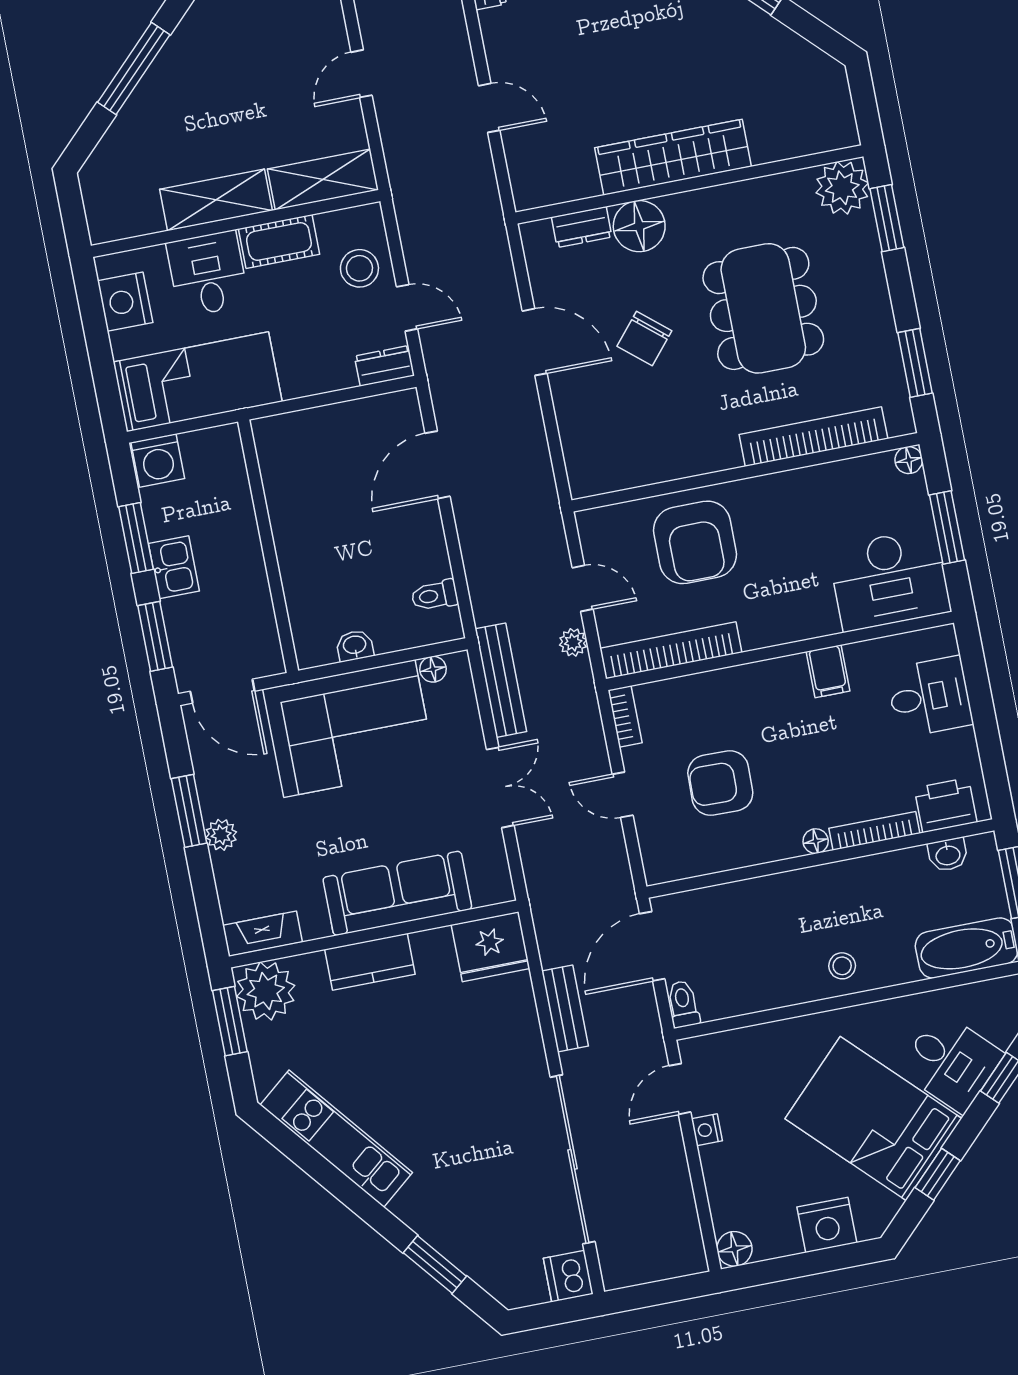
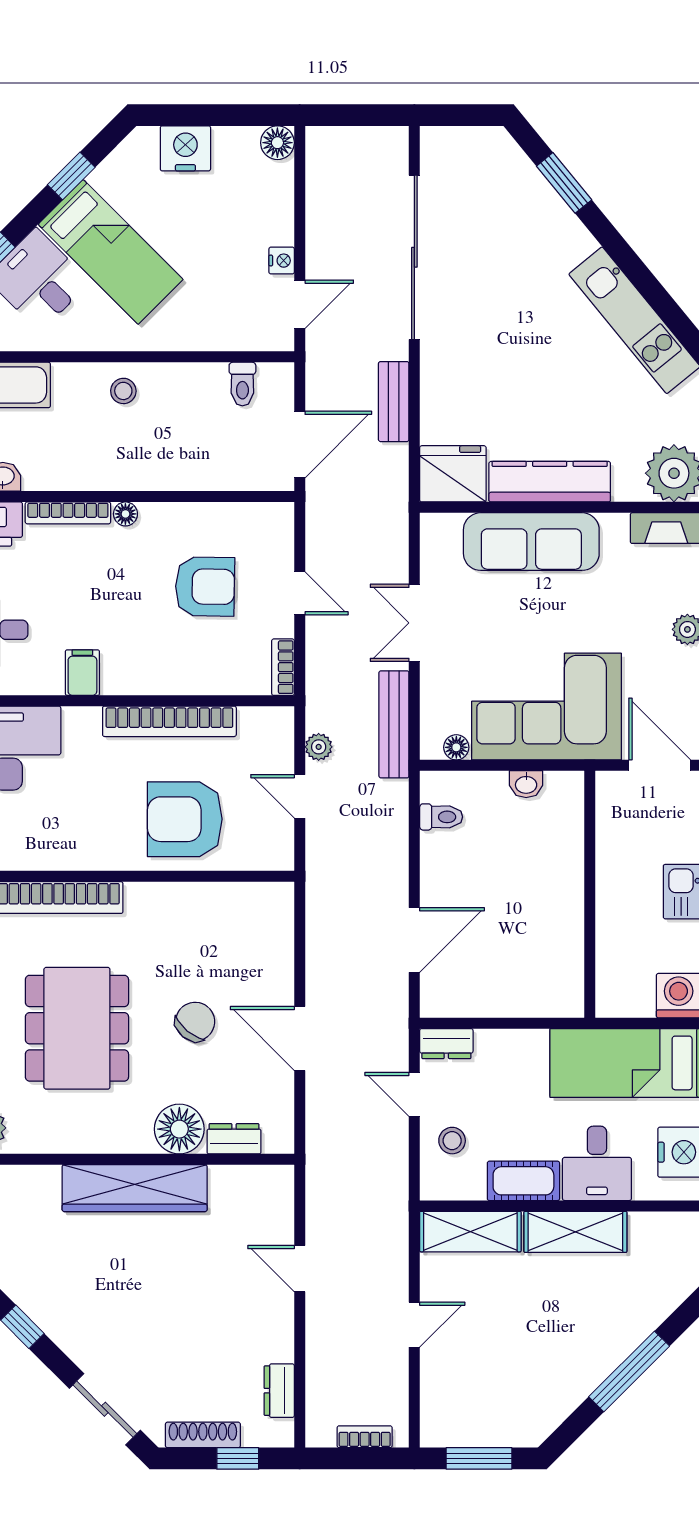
stool: (359, 268) -> (452, 1141), width x0.73, depth x0.73
armchair: (695, 542) -> (185, 819), turned -90
bookcase: (671, 650) -> (169, 721), moved
kitchen counter: (370, 962) -> (550, 482), width x1.50
toilet: (683, 1004) -> (242, 384), moved
bed: (873, 1119) -> (111, 252), width x0.67
dishwasher: (568, 1276) -> (440, 147), removed

